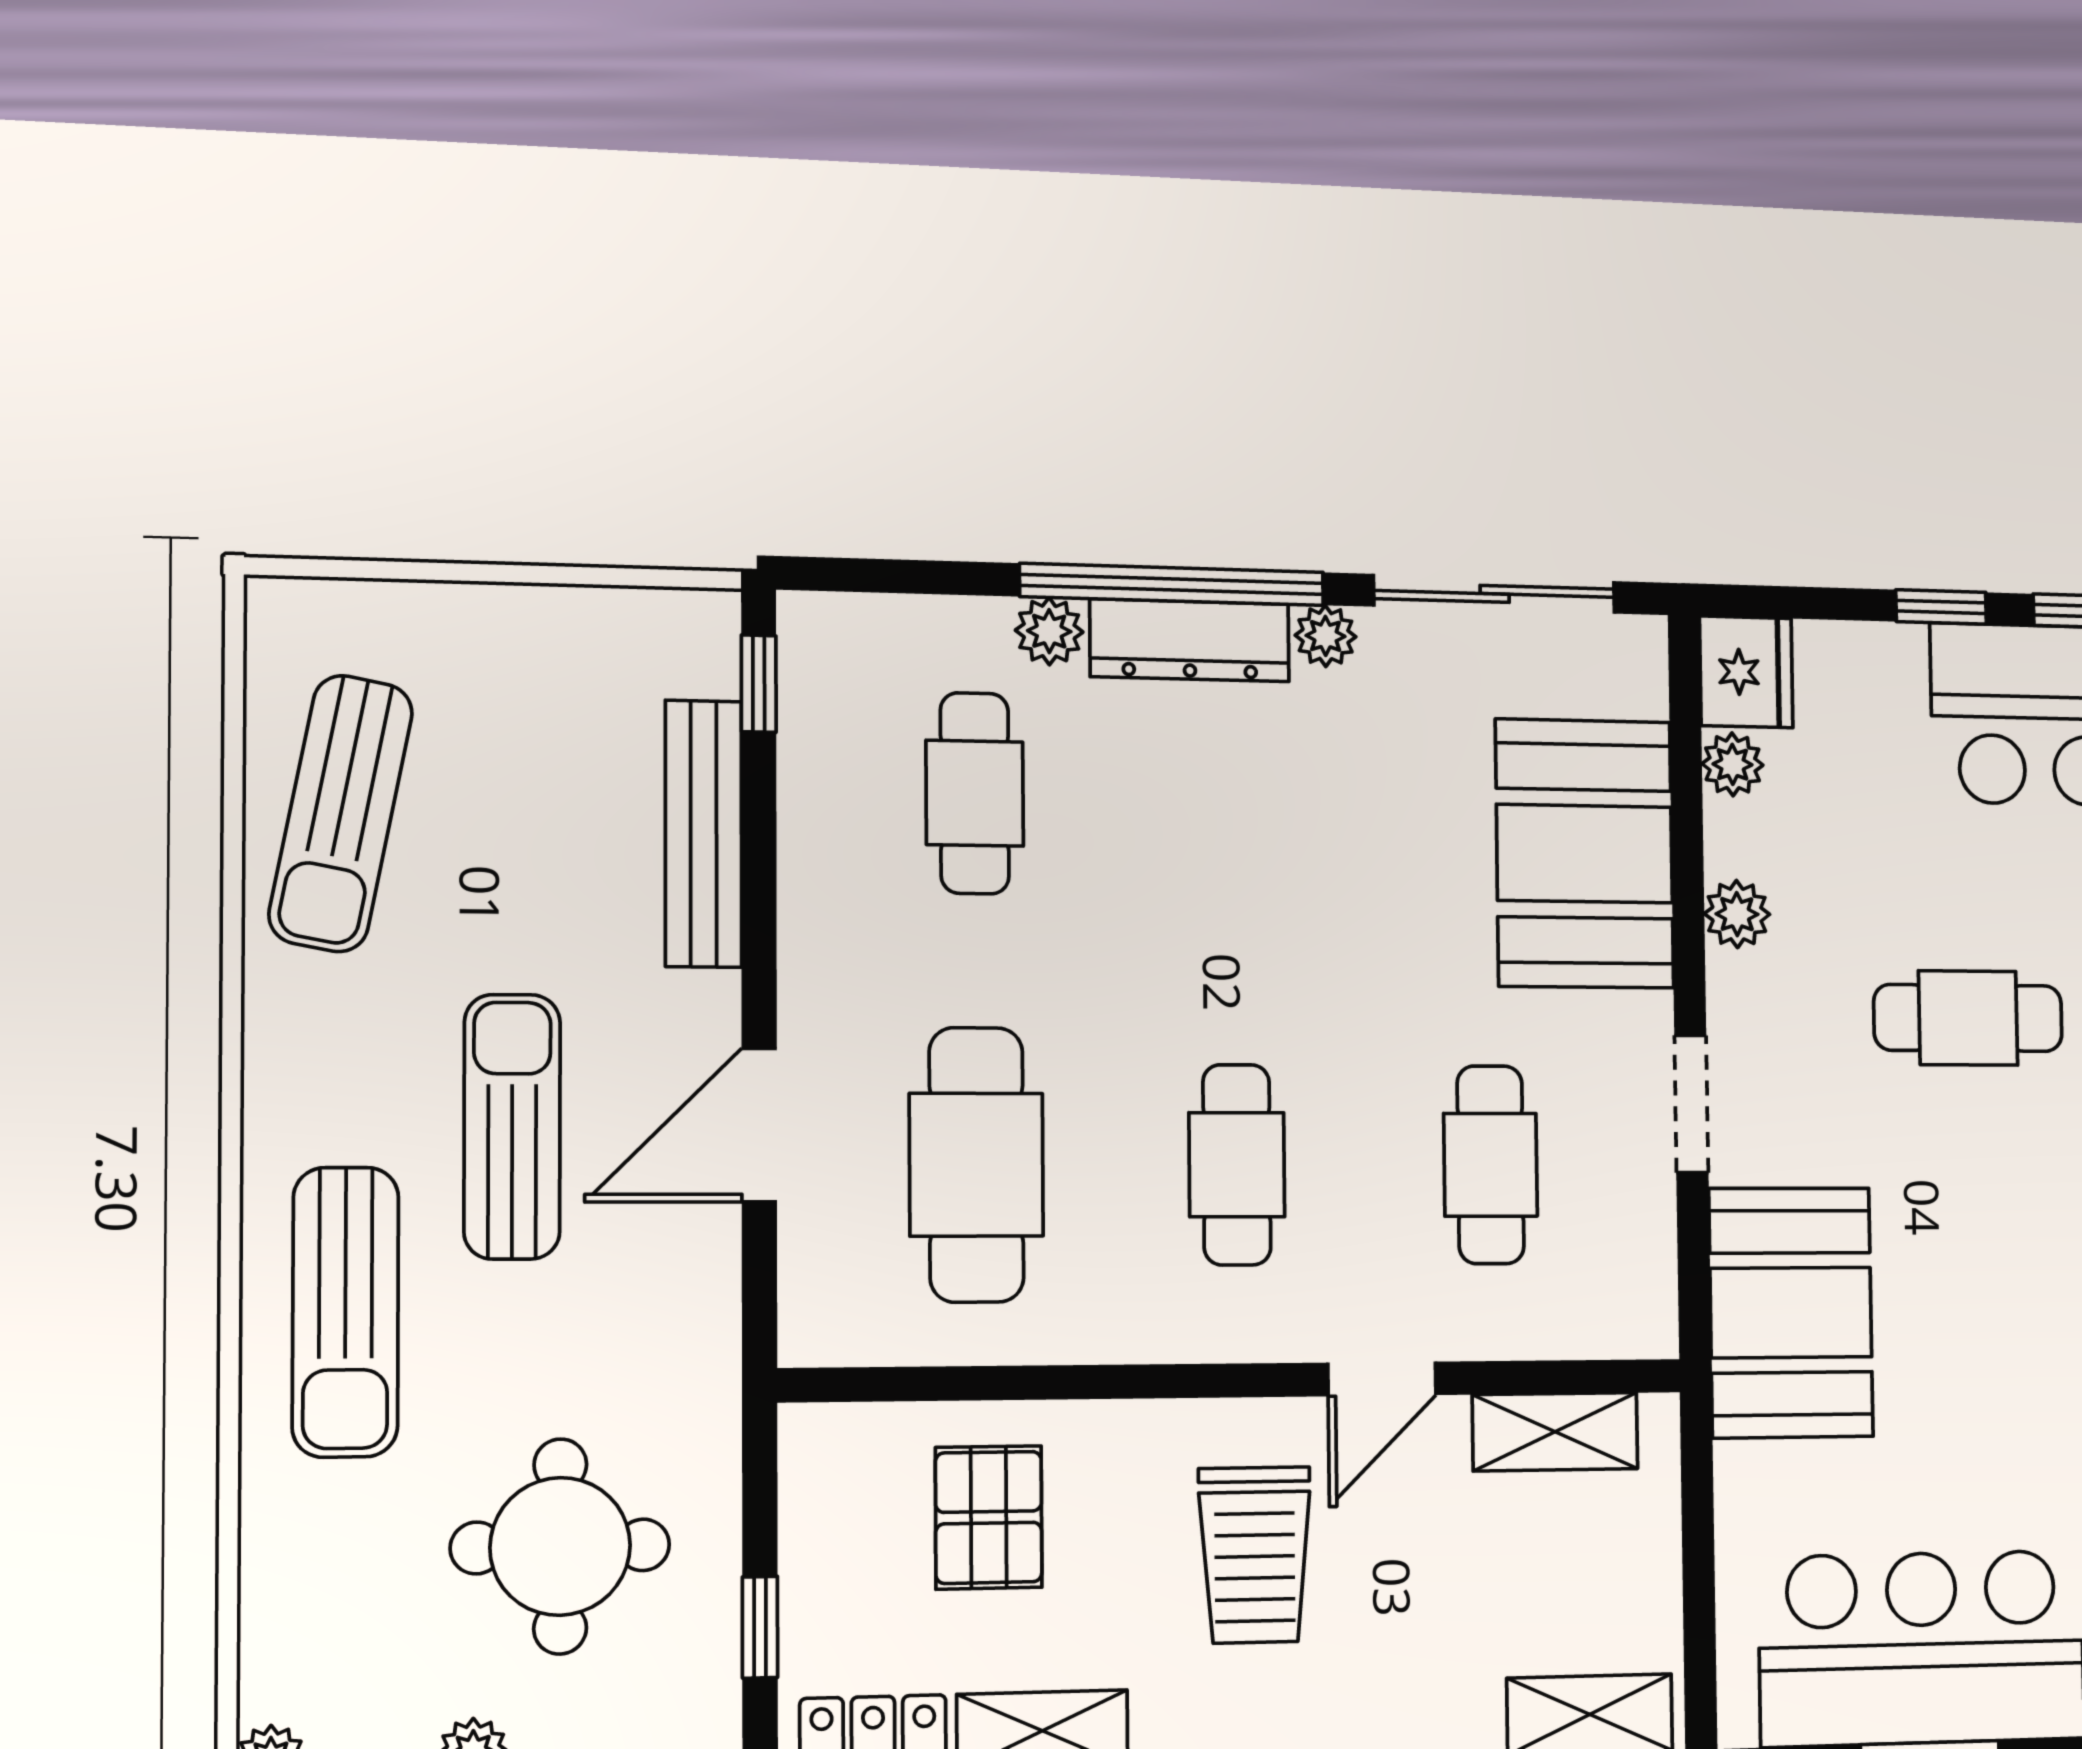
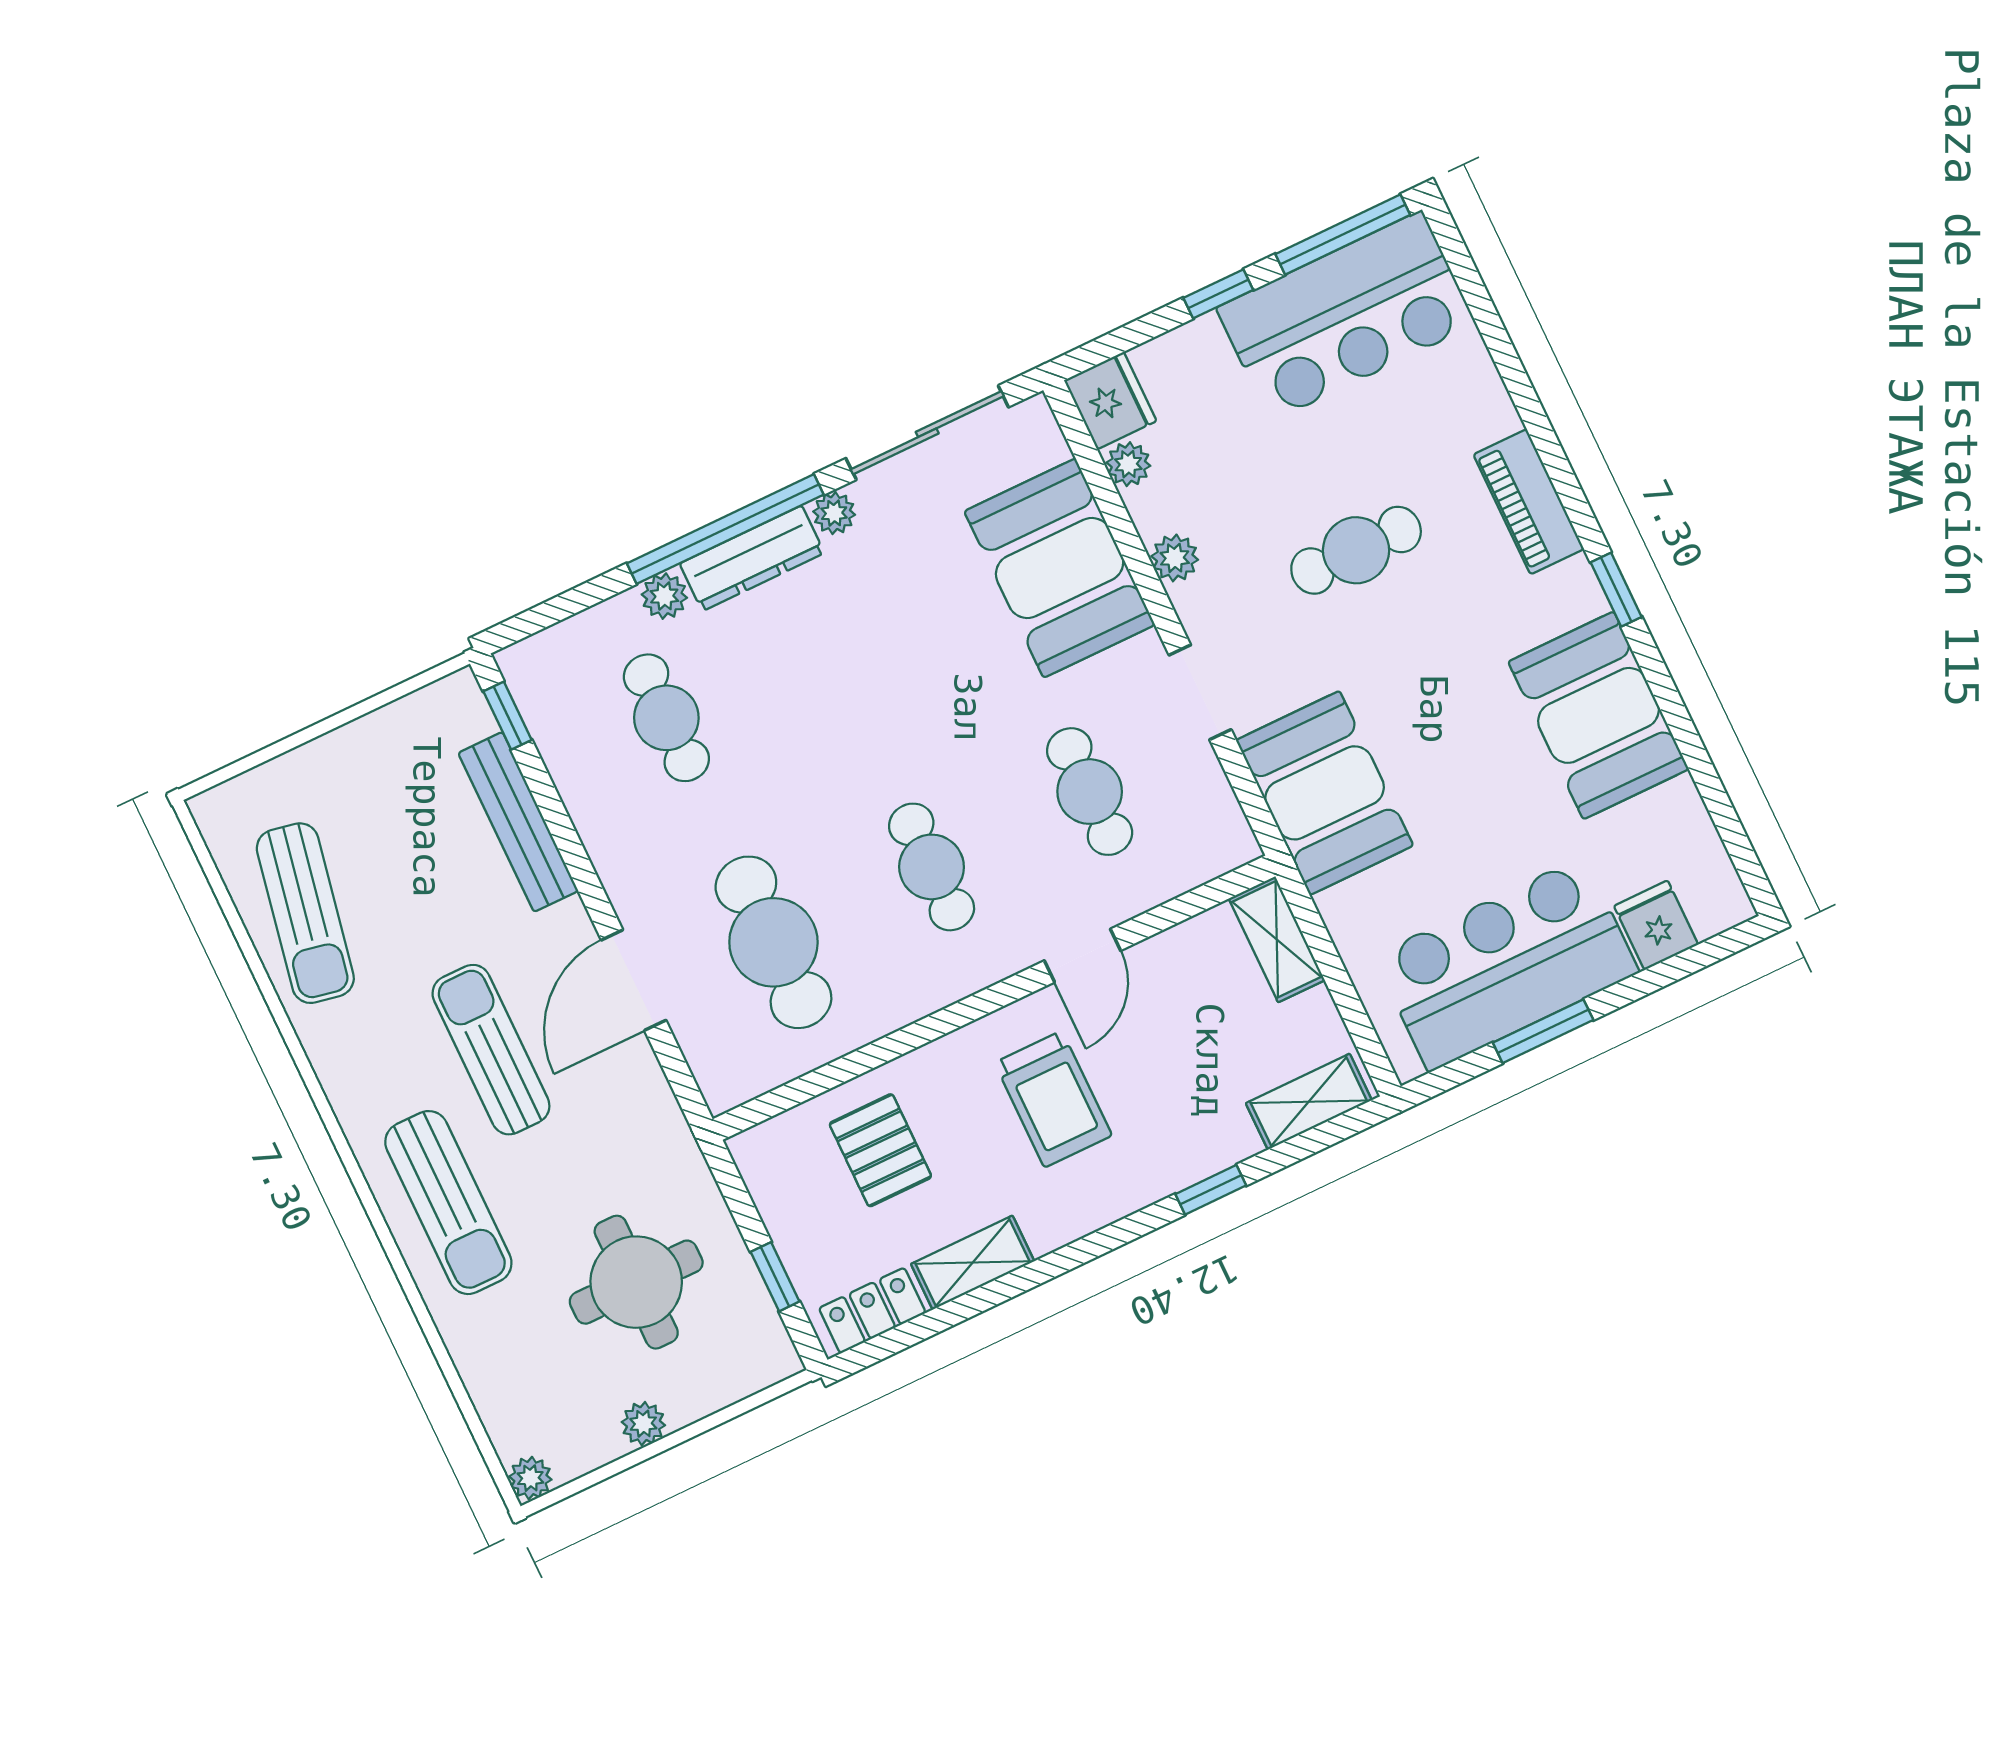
shelving: (1555, 1432) -> (1277, 939), moved, turned 90

